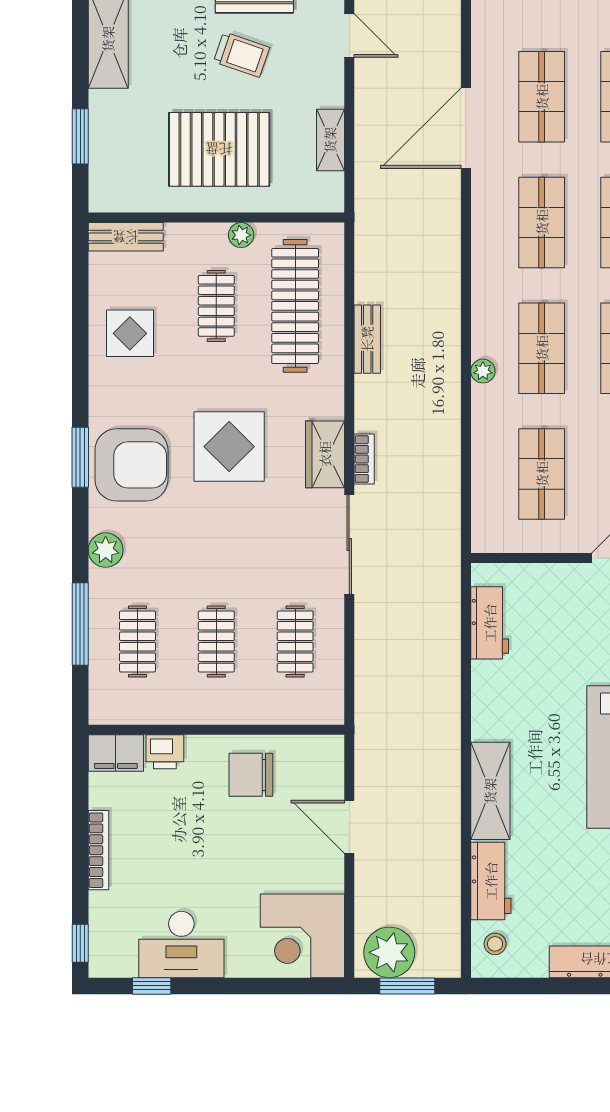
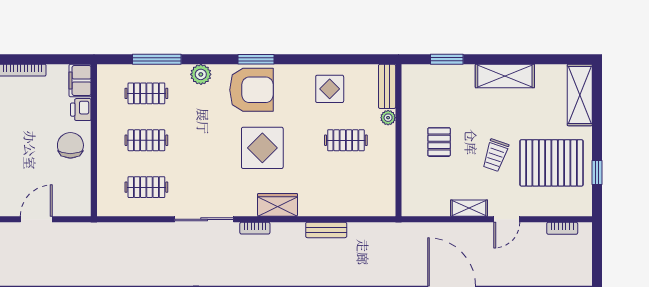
shelving: (330, 140) -> (469, 208), moved
pallet: (219, 149) -> (439, 142), width x0.49, depth x0.50
plant: (241, 235) -> (388, 118), moved
clothes rail: (295, 306) -> (346, 187), removed
wardrobe: (325, 454) -> (278, 205), moved
armchair: (131, 465) -> (251, 90), turned -90
chair: (251, 775) -> (70, 145), moved

